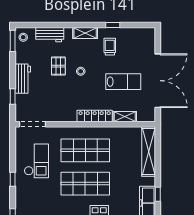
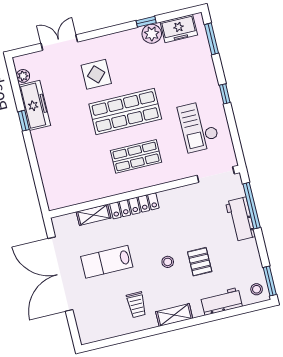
window: (113, 25) -> (139, 335), removed
workbench: (23, 79) -> (240, 219), moved
window: (13, 96) -> (252, 206), width x2.17
shop shelf: (85, 150) -> (136, 156), width x0.70, depth x0.74
shelving: (149, 152) -> (50, 175), removed

